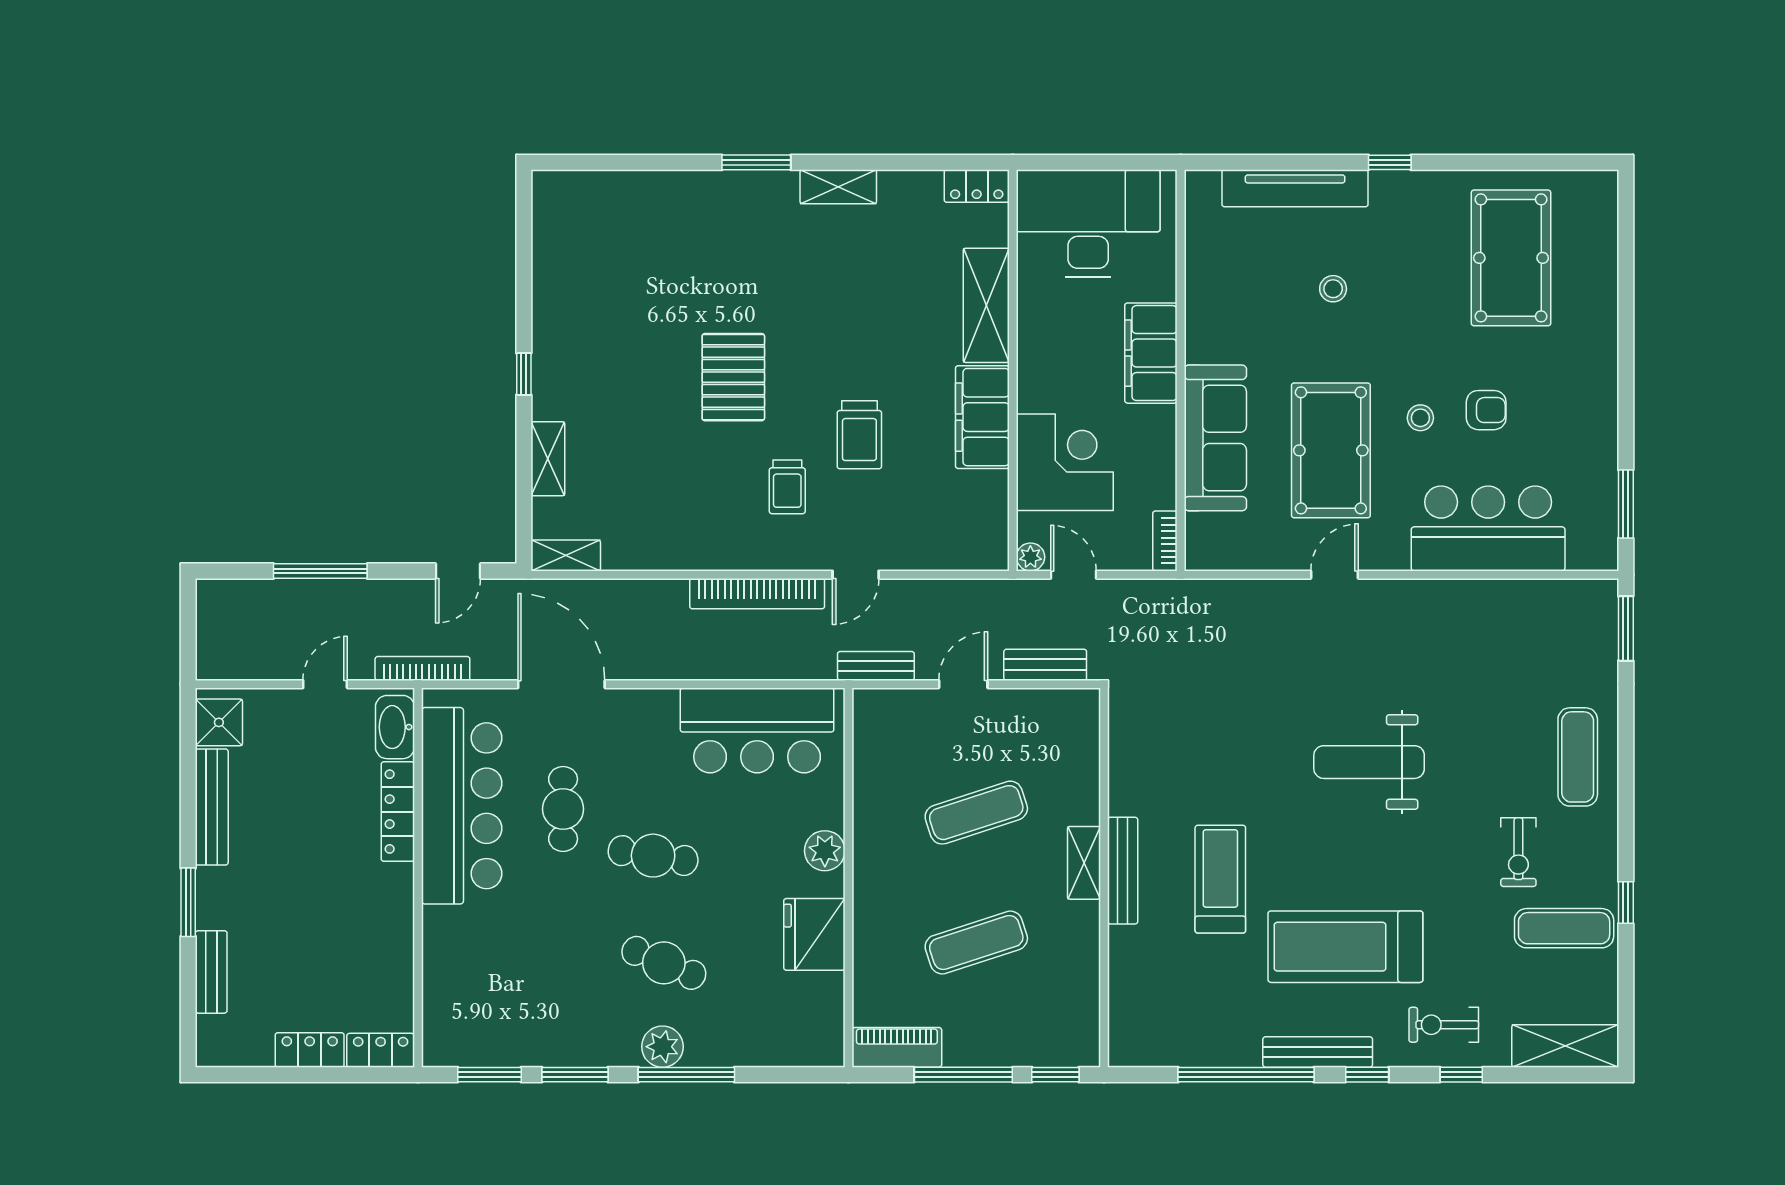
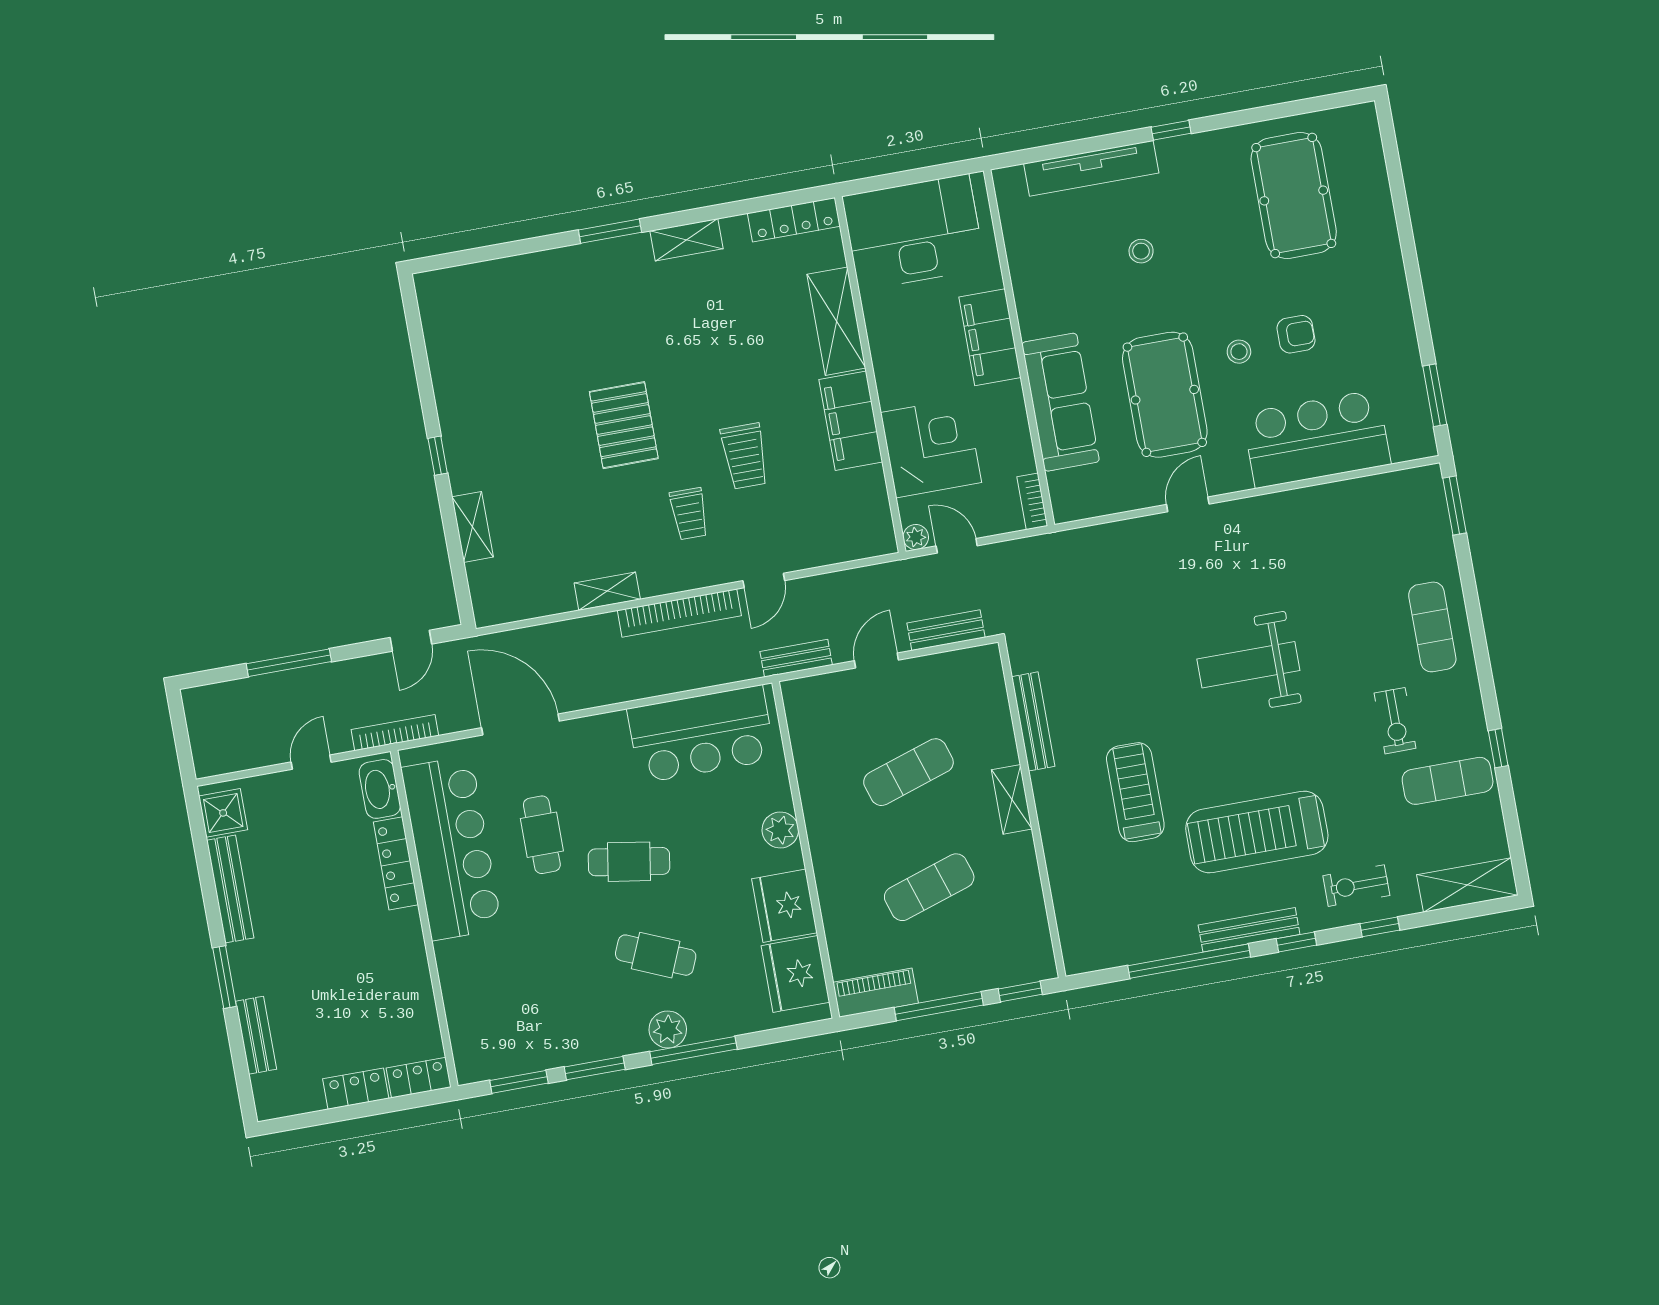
locker: (977, 186) -> (794, 220), width x1.53
shelving: (566, 555) -> (607, 591), moved
bench: (1123, 871) -> (1033, 721), moved
fridge: (813, 1011) -> (795, 974), added

